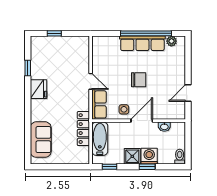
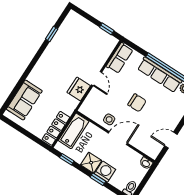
window: (54, 33) -> (107, 29), moved
fridge: (38, 89) -> (79, 89), moved, turned 180
row of seats: (99, 104) -> (120, 58), moved
washbasin: (164, 127) -> (146, 163), moved
locker: (83, 129) -> (56, 128), moved

